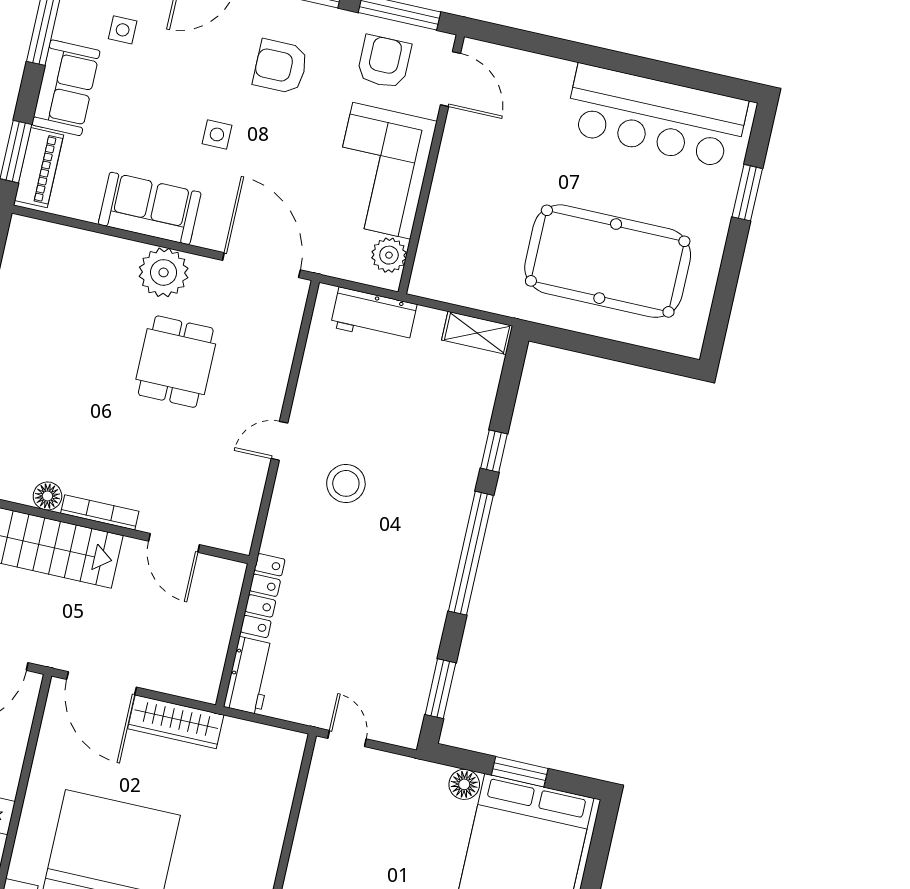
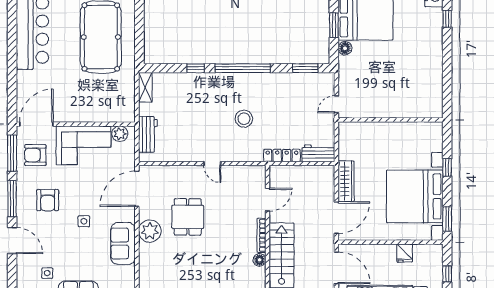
door: (450, 79) -> (36, 124), width x1.36
dining table: (176, 362) -> (188, 217), turned 90
stool: (346, 483) -> (244, 119), moved

